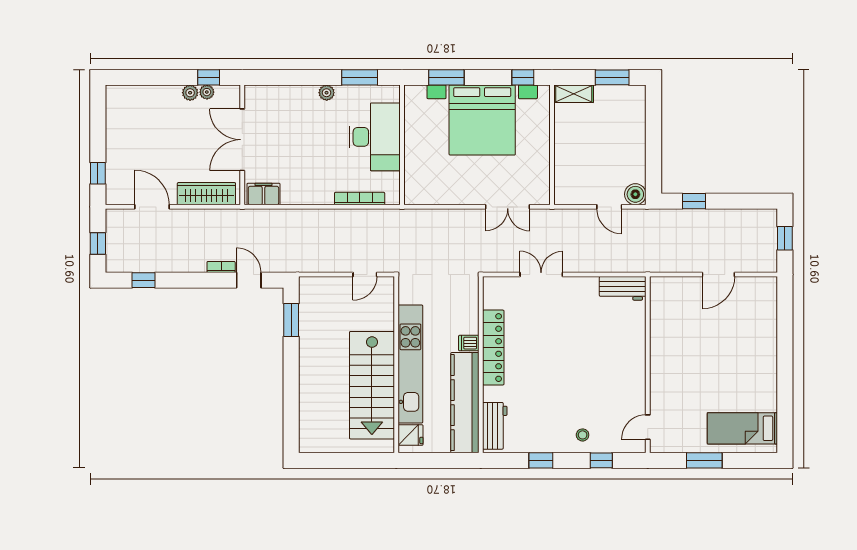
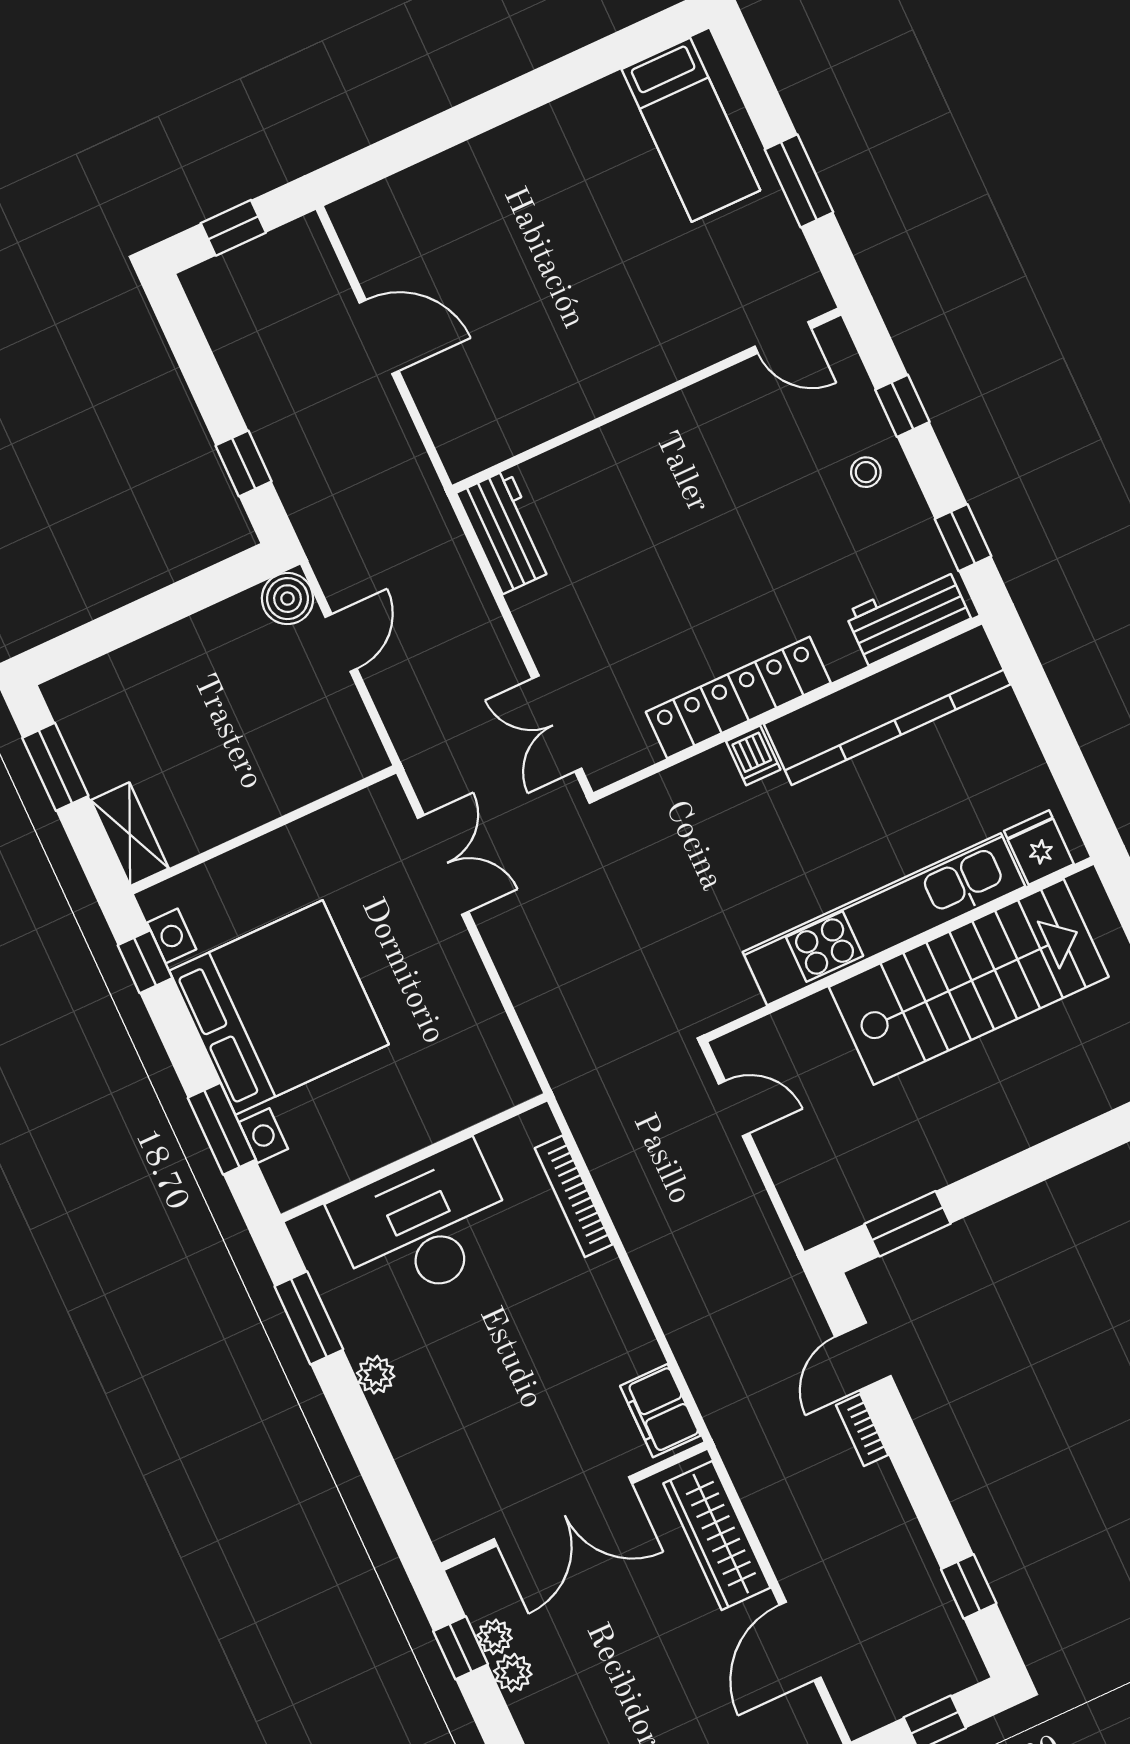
dishwasher: (469, 343) -> (753, 755), moved
locker: (493, 348) -> (738, 697), moved
wall: (481, 365) -> (788, 708), moved
kitchen counter: (465, 403) -> (887, 704), moved
workbench: (495, 426) -> (908, 615), moved

